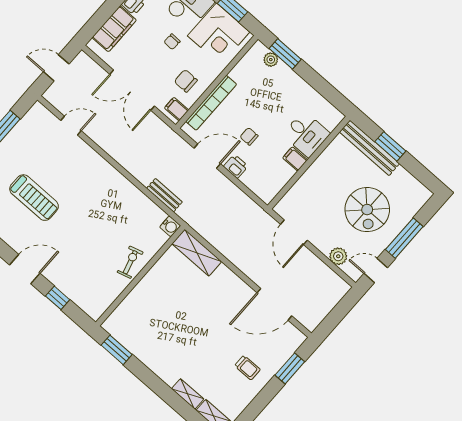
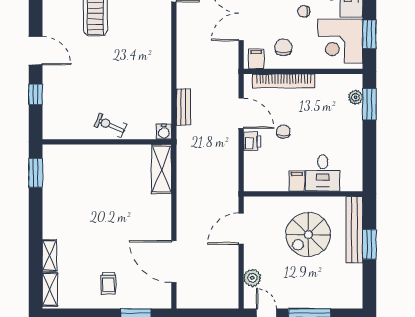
spiral stairs: (367, 210) -> (308, 235), moved
exercise bike: (130, 262) -> (110, 125), turned -141

